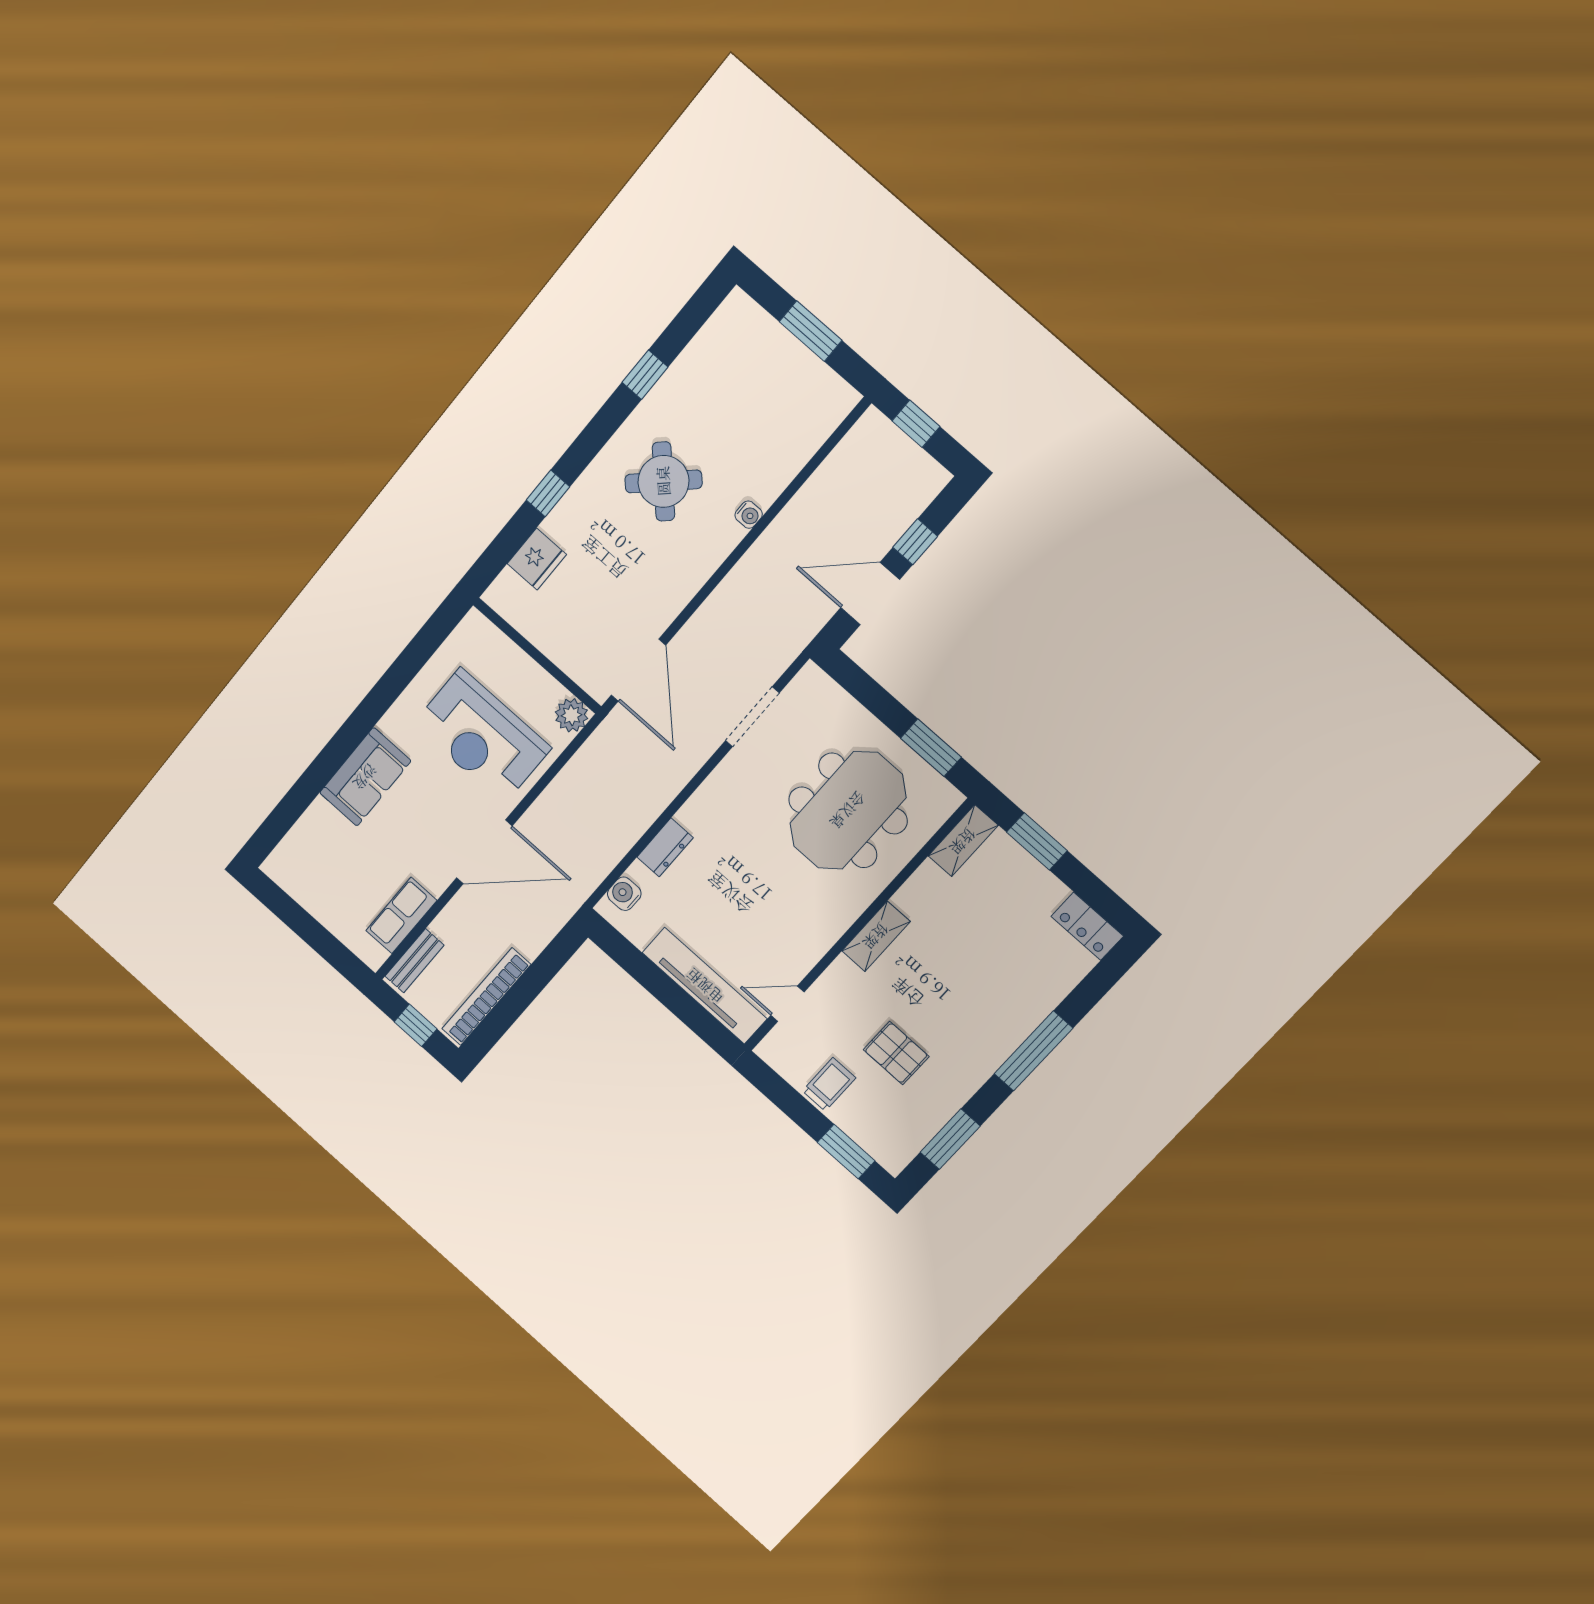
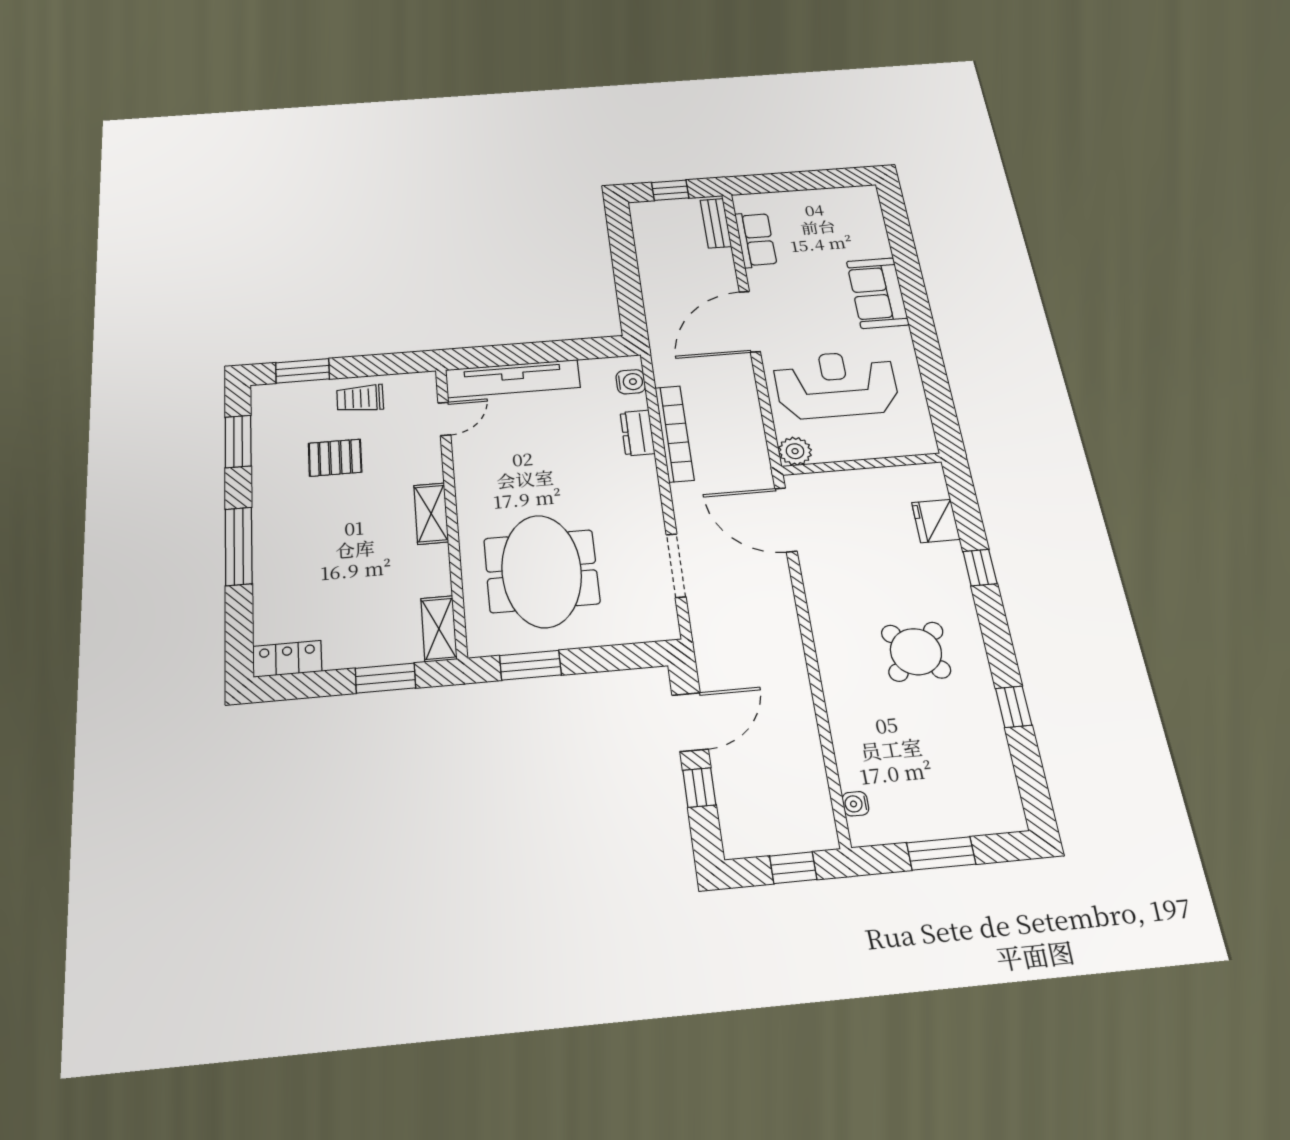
water cooler: (749, 515) -> (855, 804), moved
bookcase: (486, 997) -> (674, 434), moved
trolley: (829, 1084) -> (360, 398), turned 90

